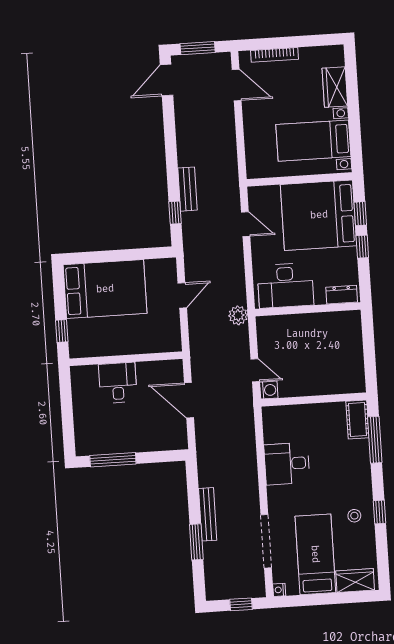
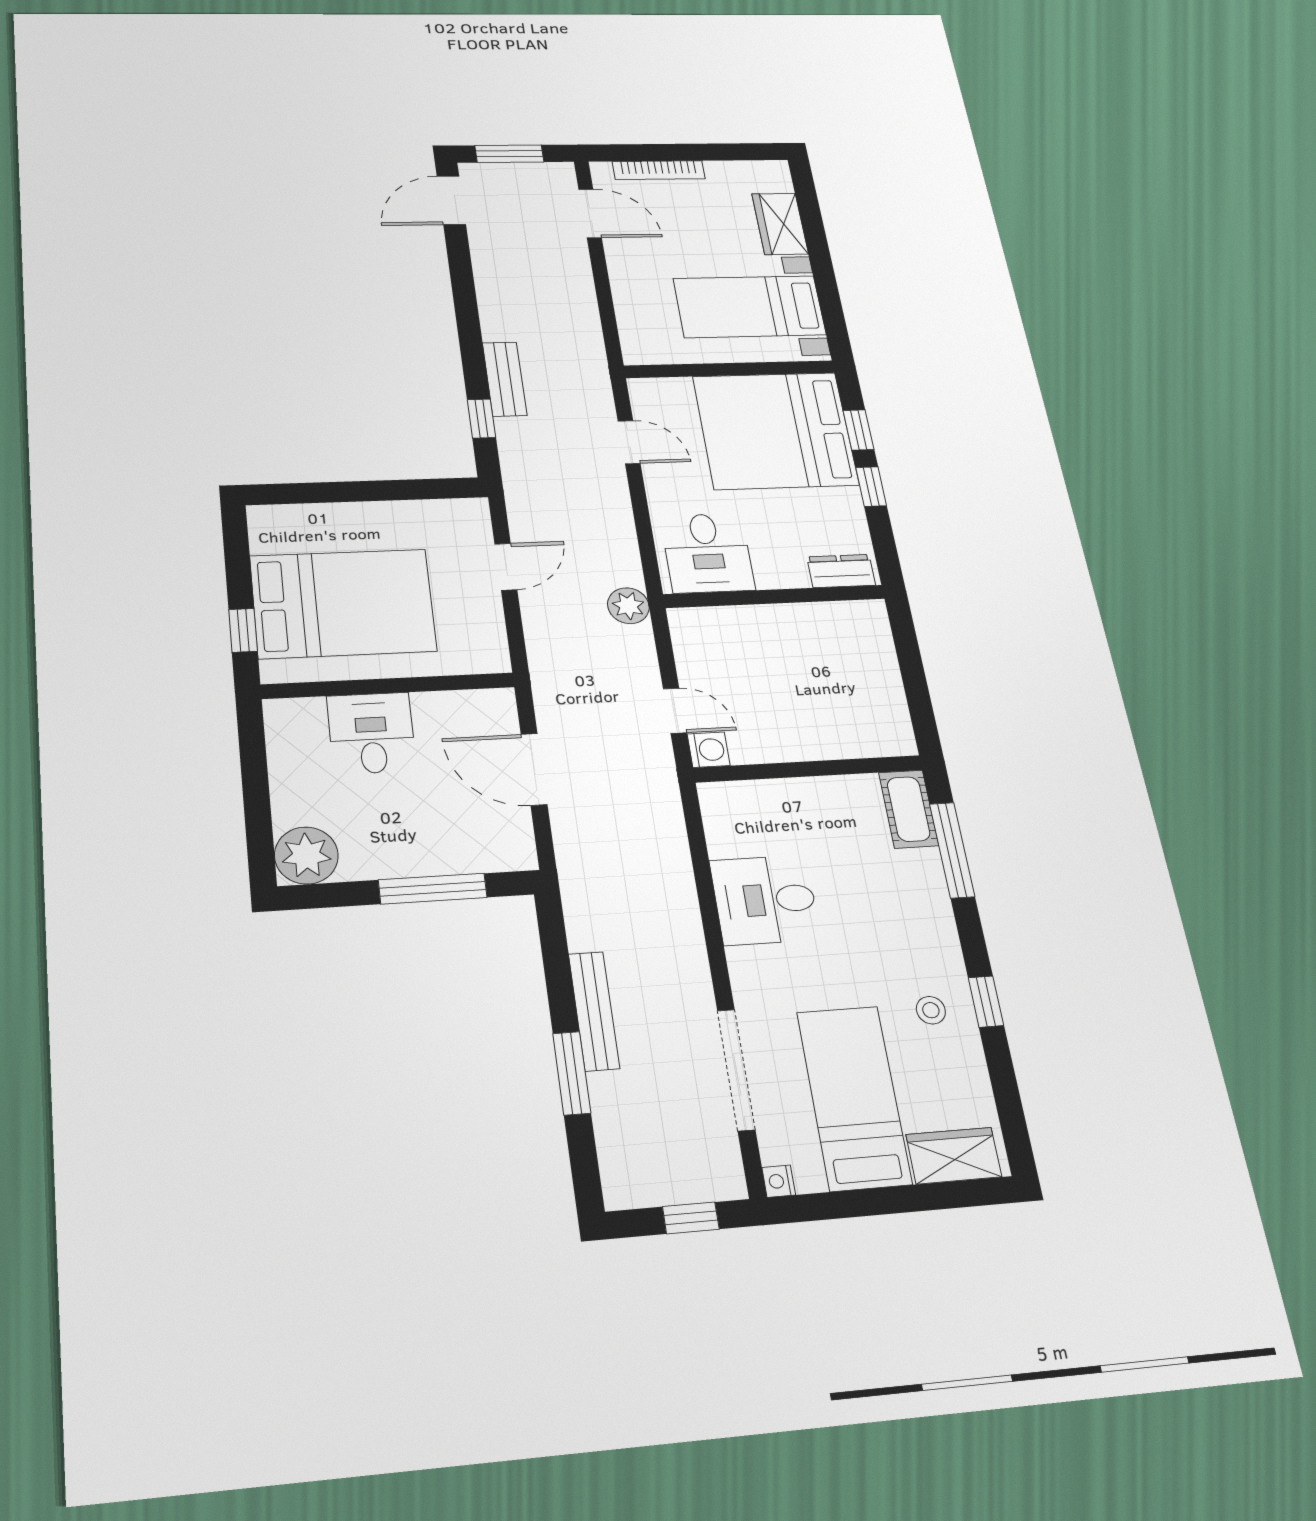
desk: (285, 285) -> (707, 553), width x0.73
bed: (105, 289) -> (343, 603), moved
plant: (88, 442) -> (306, 855), added
window: (113, 460) -> (433, 889), moved

